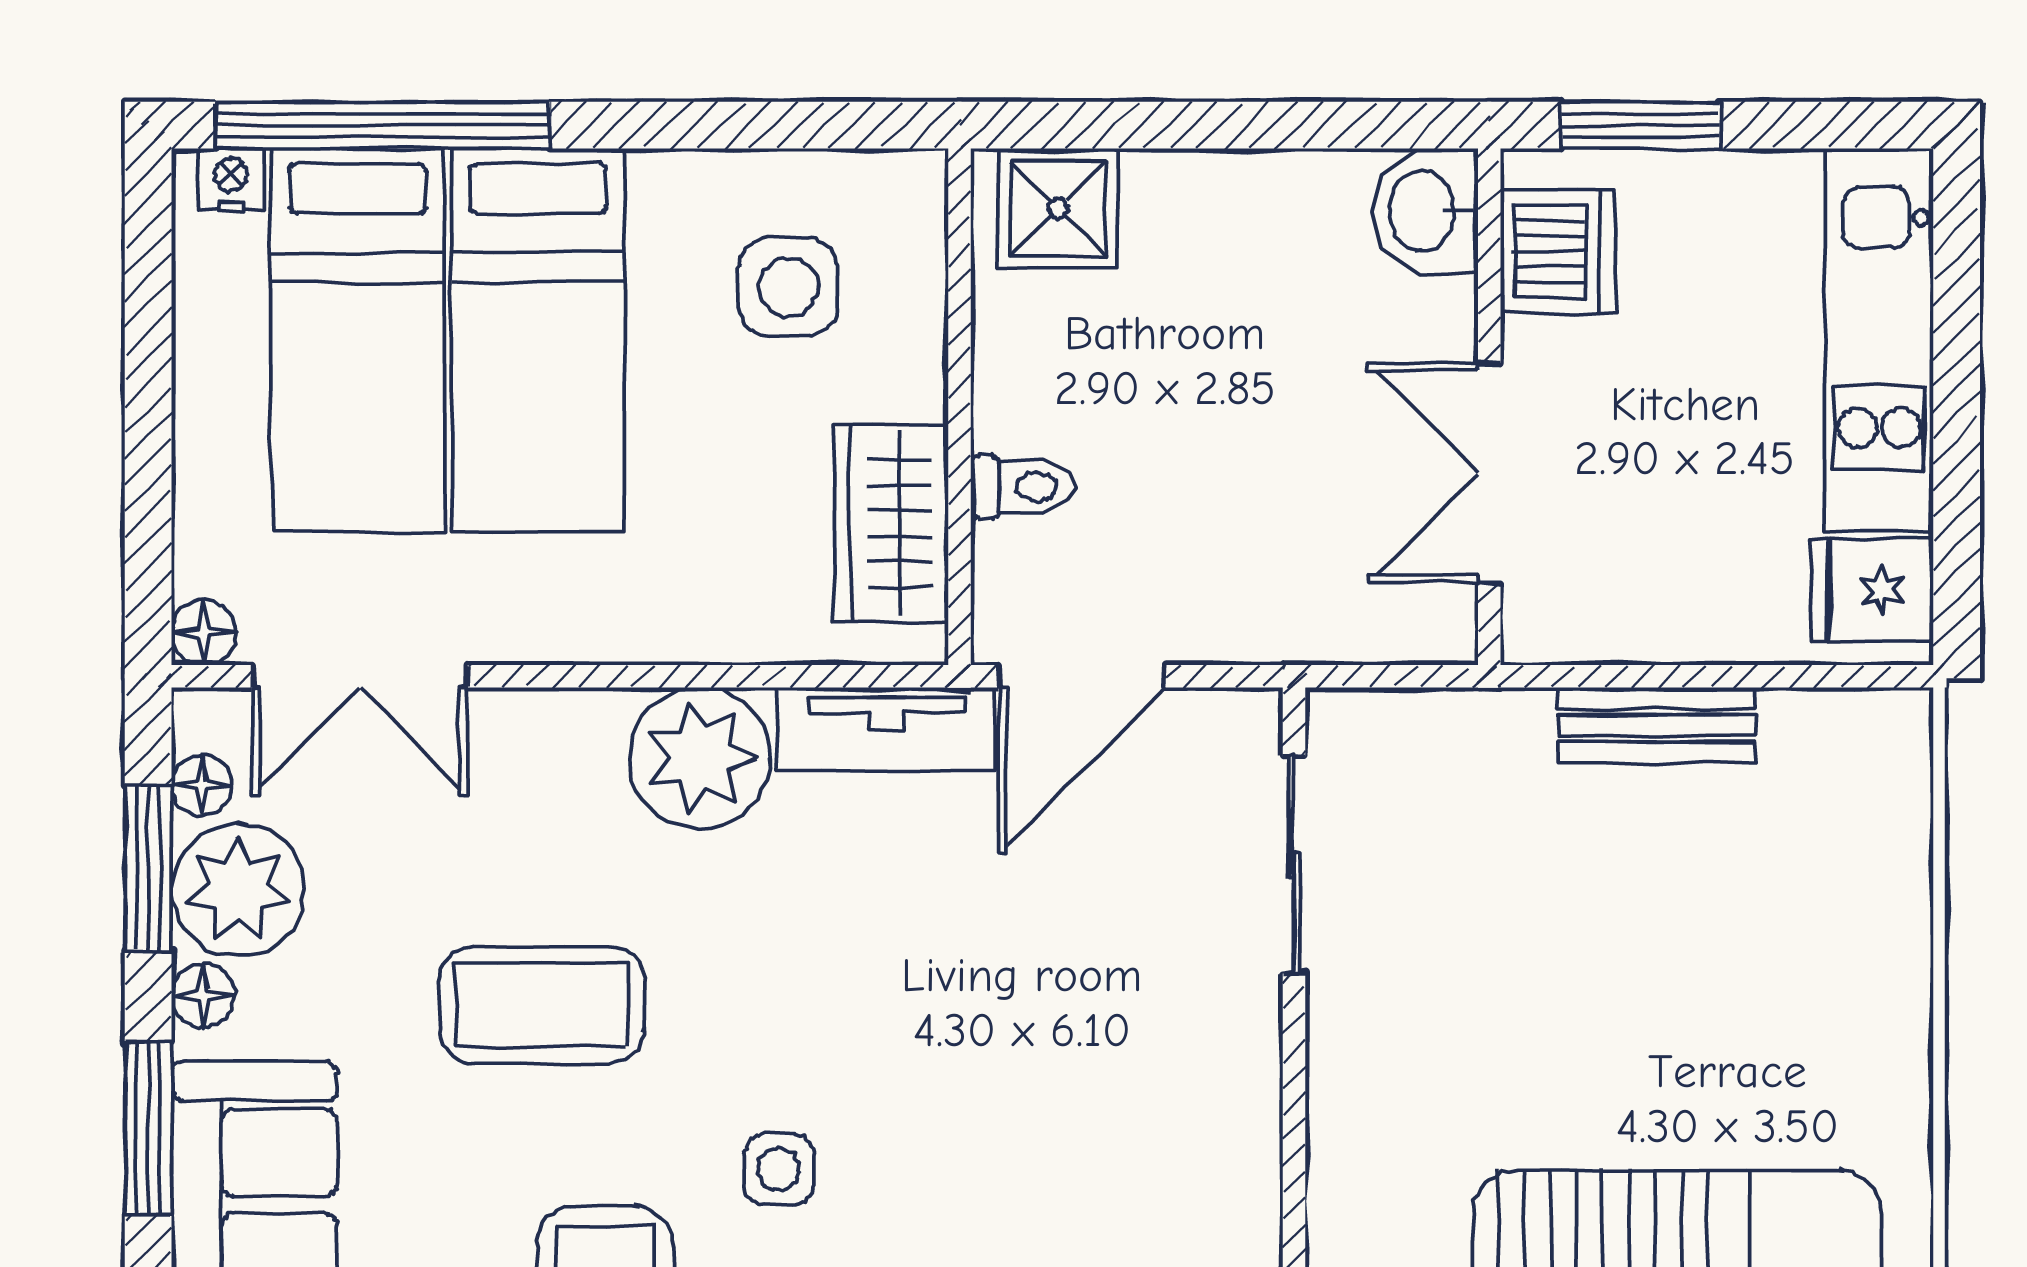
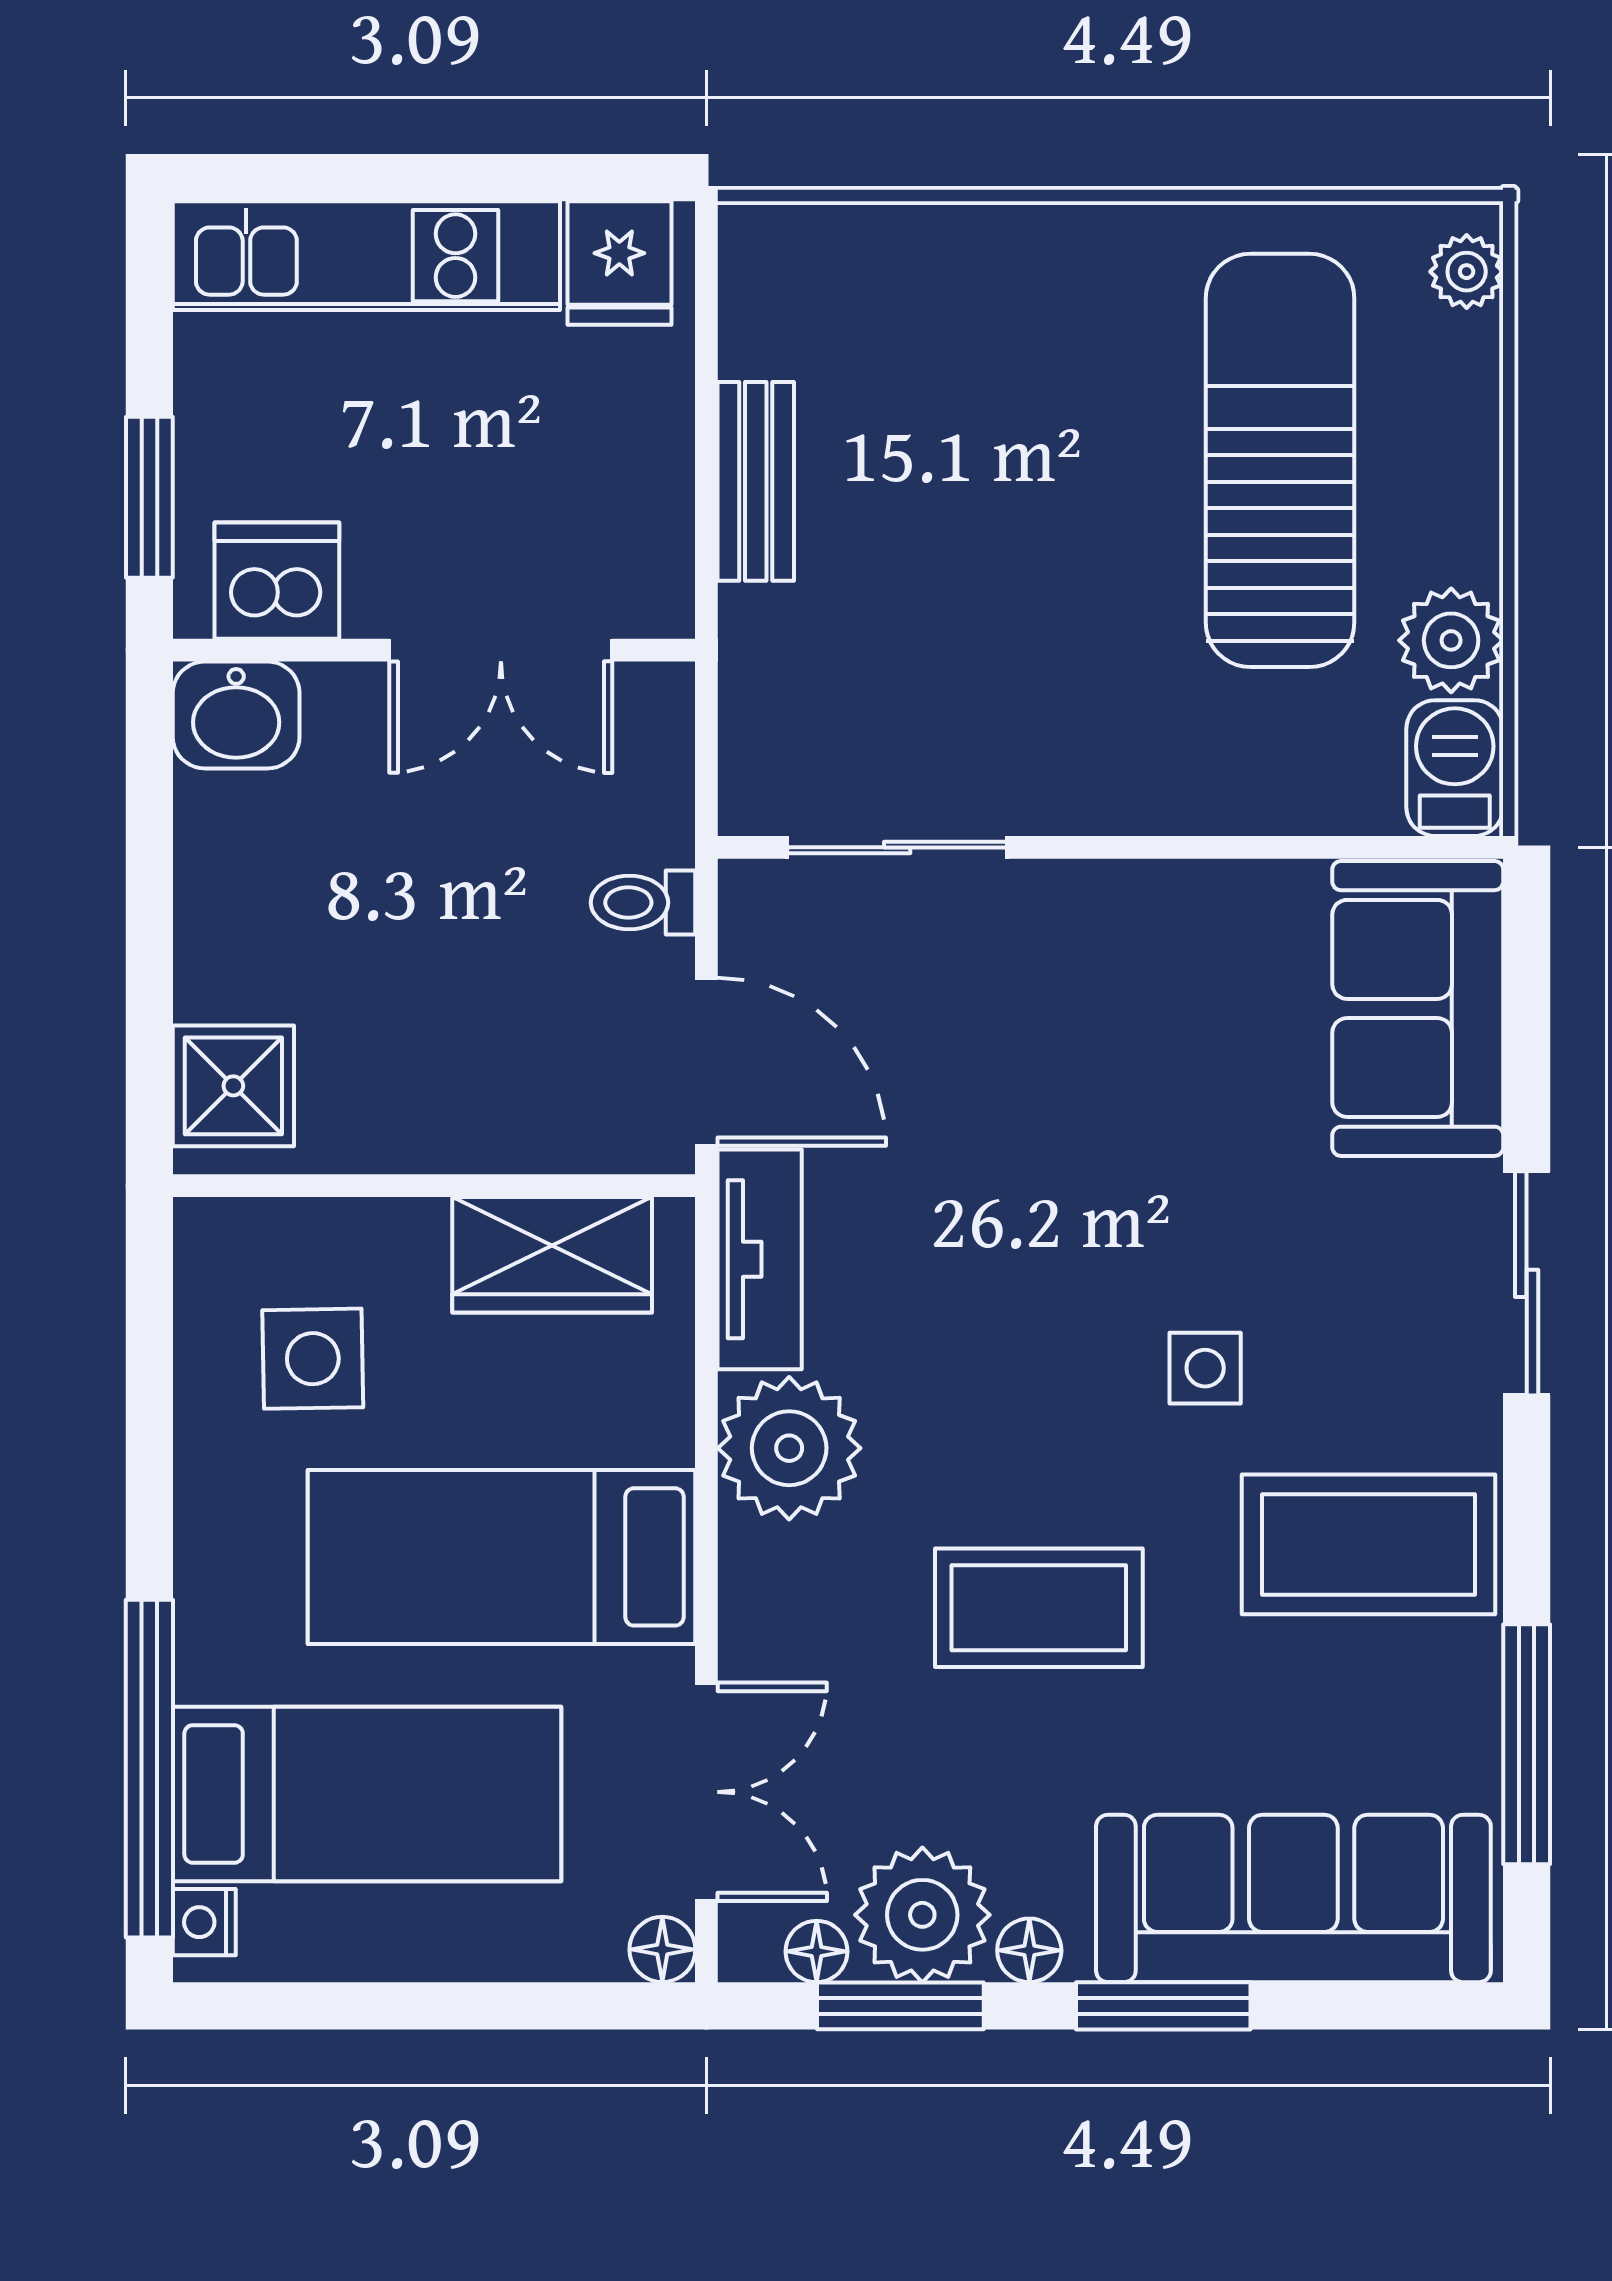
bed: (538, 340) -> (502, 1557), moved, turned 180
toilet: (1022, 487) -> (643, 903), moved, turned -90
coffee table: (542, 1005) -> (1039, 1608), turned 90

